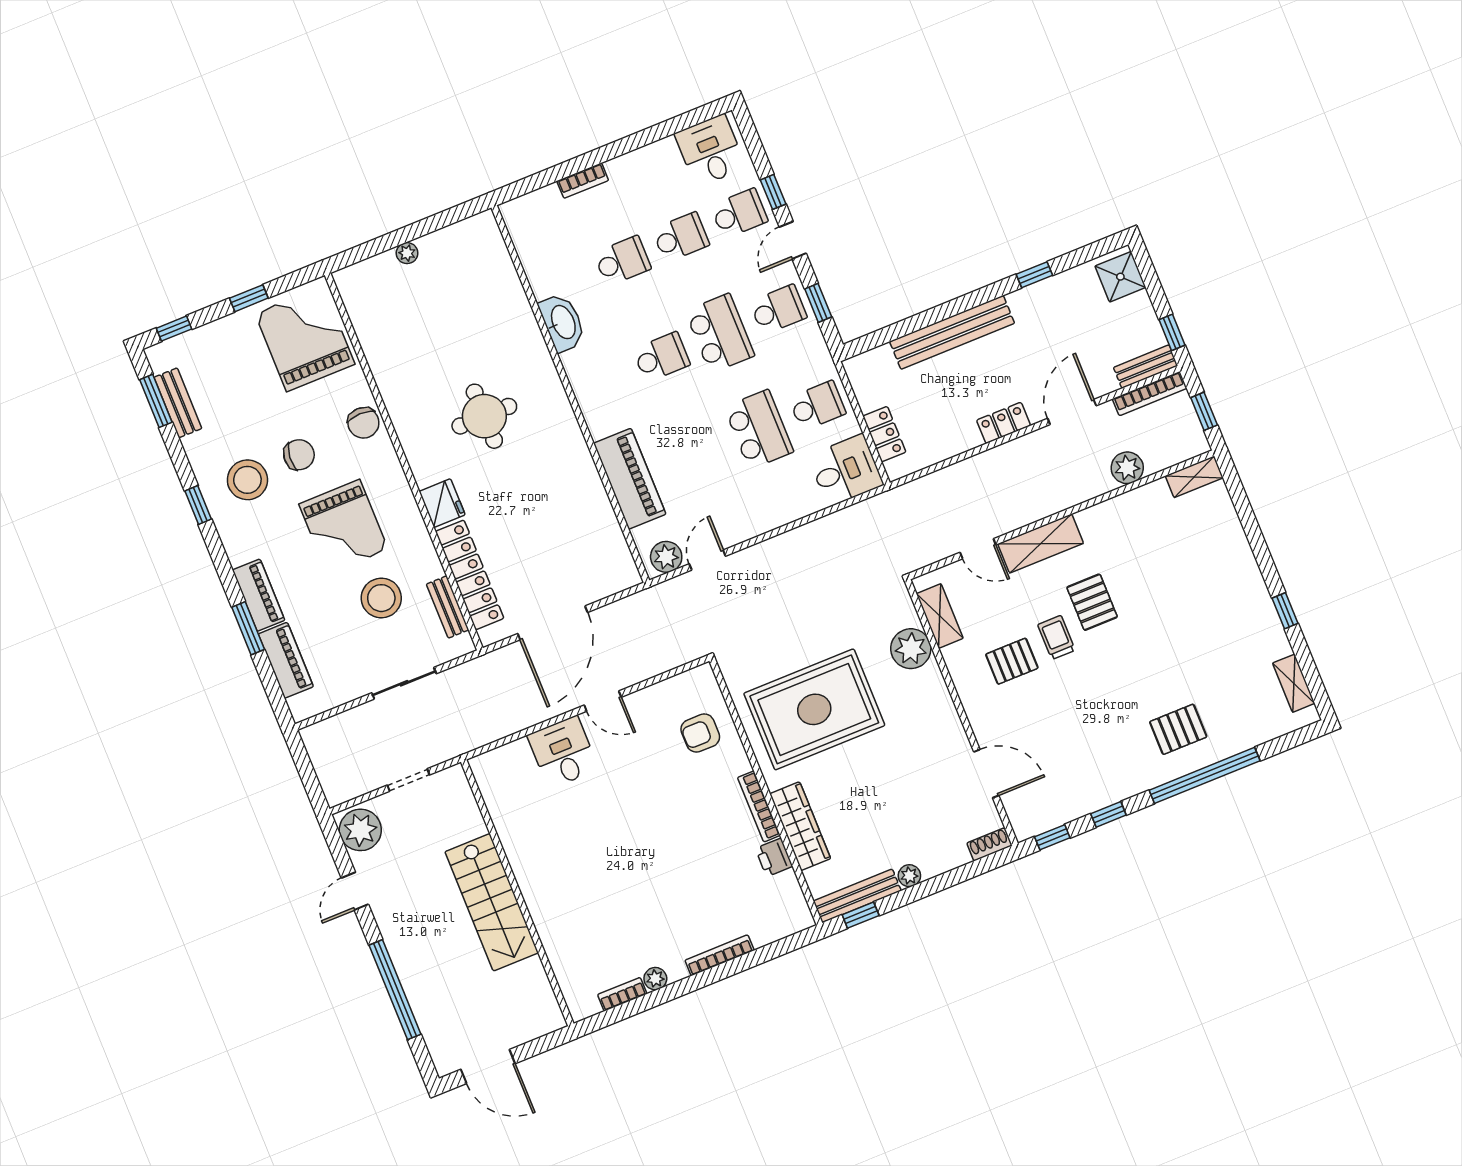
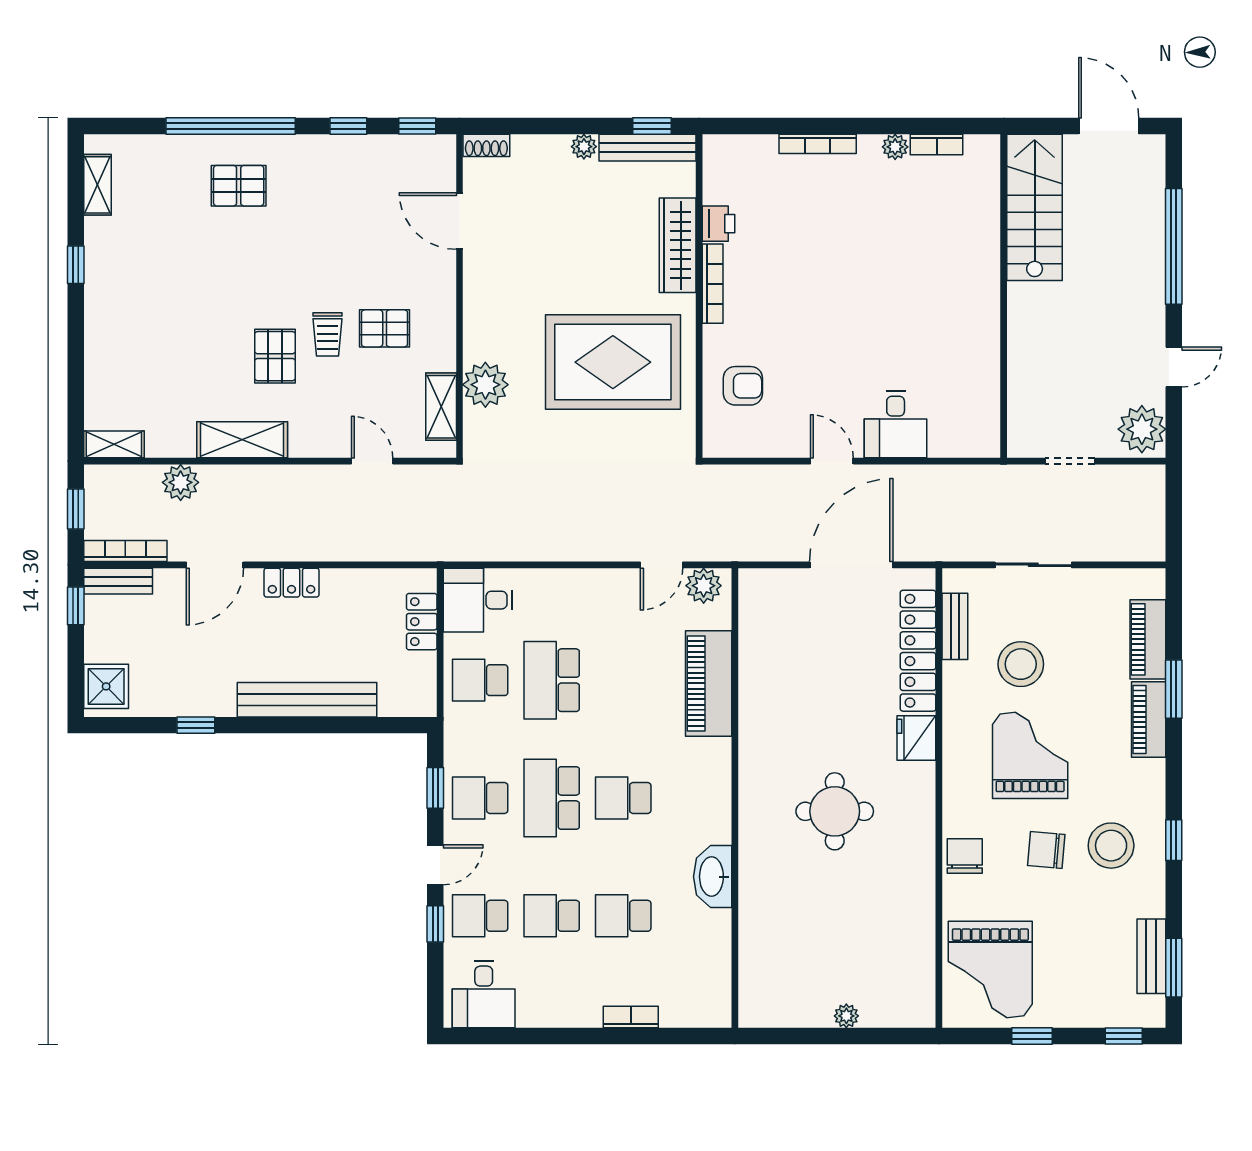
shelving: (1041, 544) -> (242, 440), moved
stairs: (492, 902) -> (1035, 207), moved

